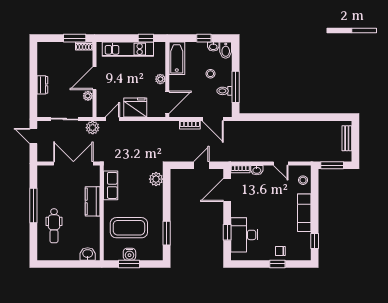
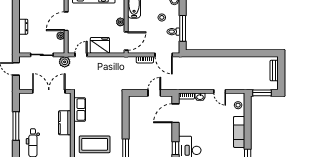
plant: (156, 179) -> (117, 104), removed

